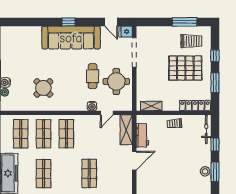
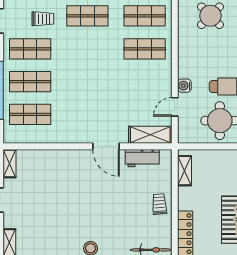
door: (107, 113) -> (175, 107), hinge flipped
shop shelf: (89, 174) -> (87, 82), removed

